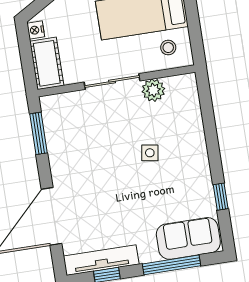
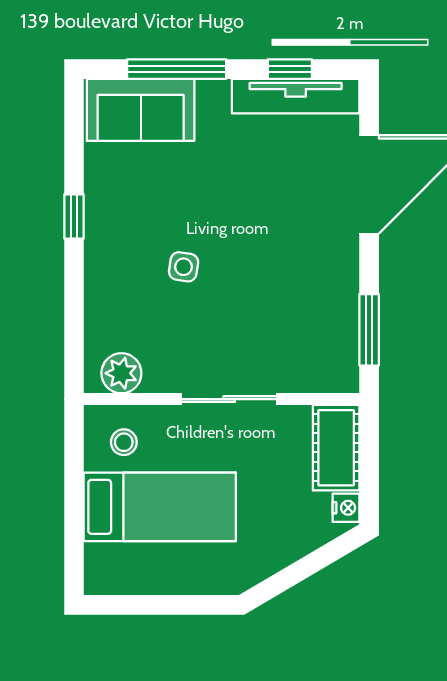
plant: (153, 90) -> (121, 373), moved
window: (221, 197) -> (74, 217), moved

